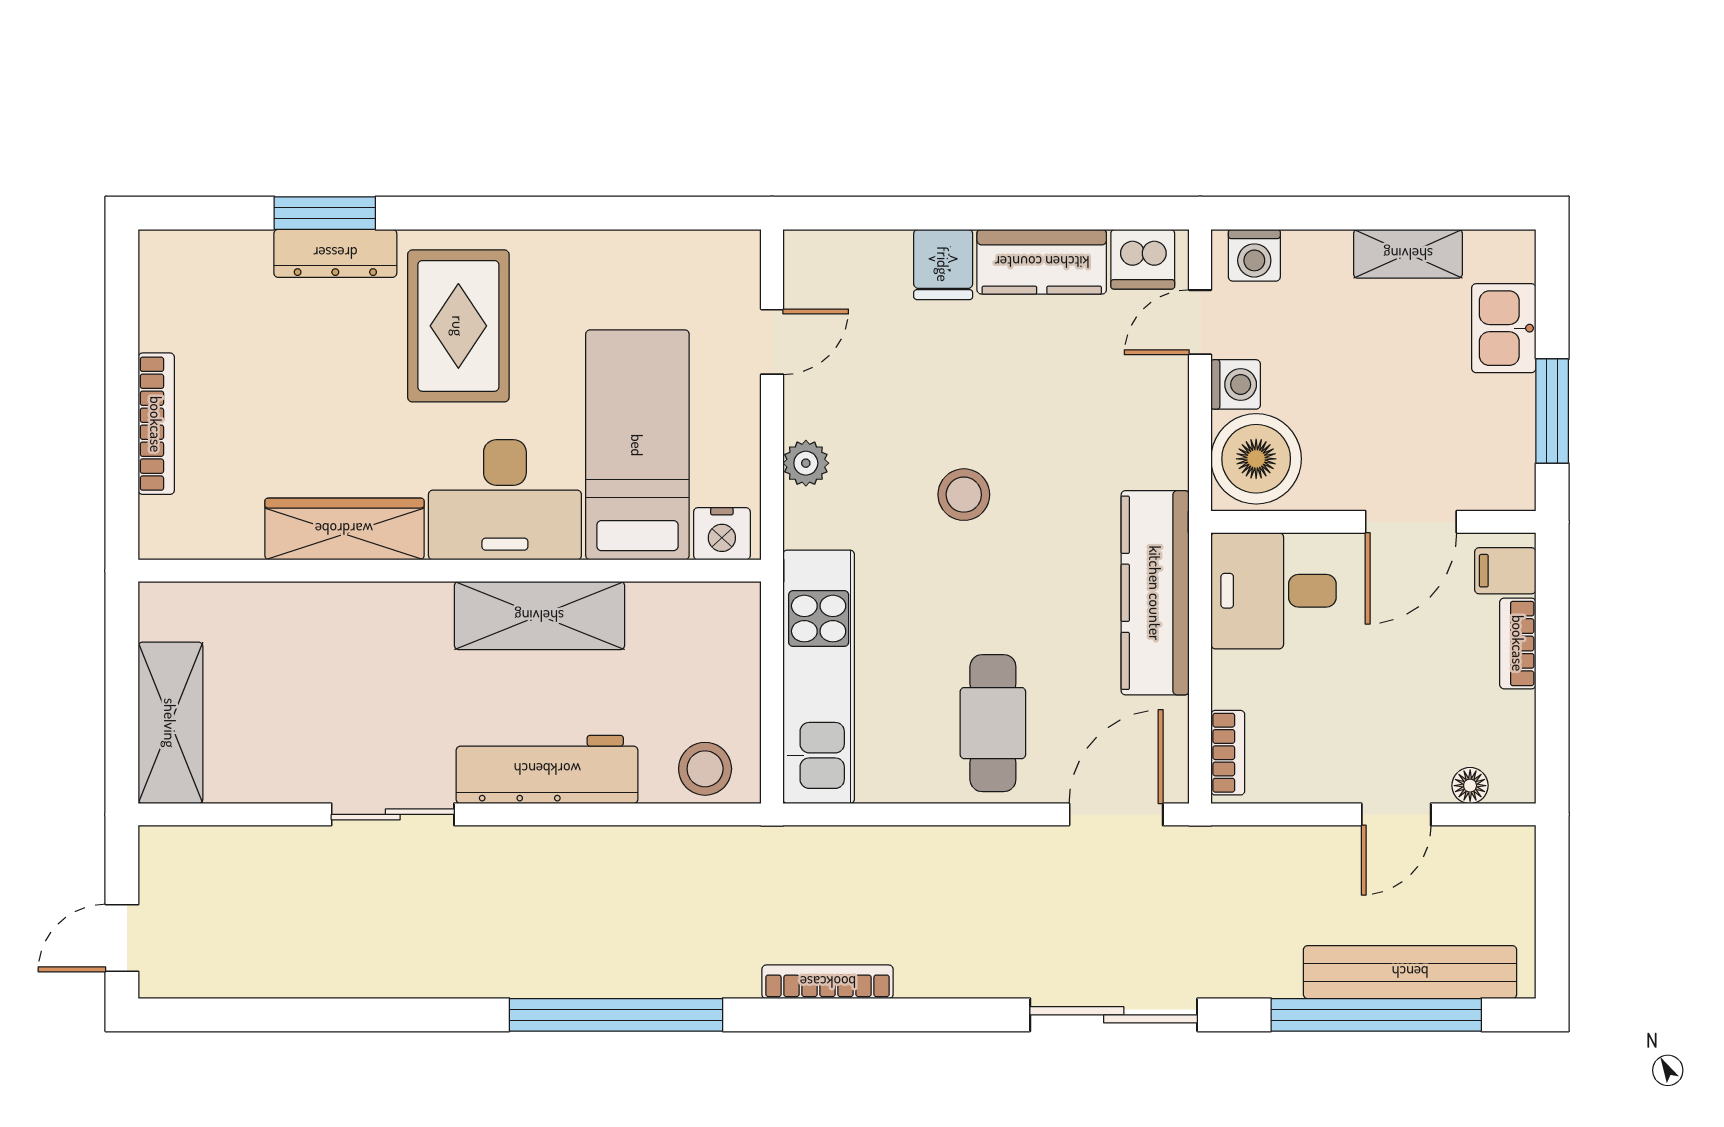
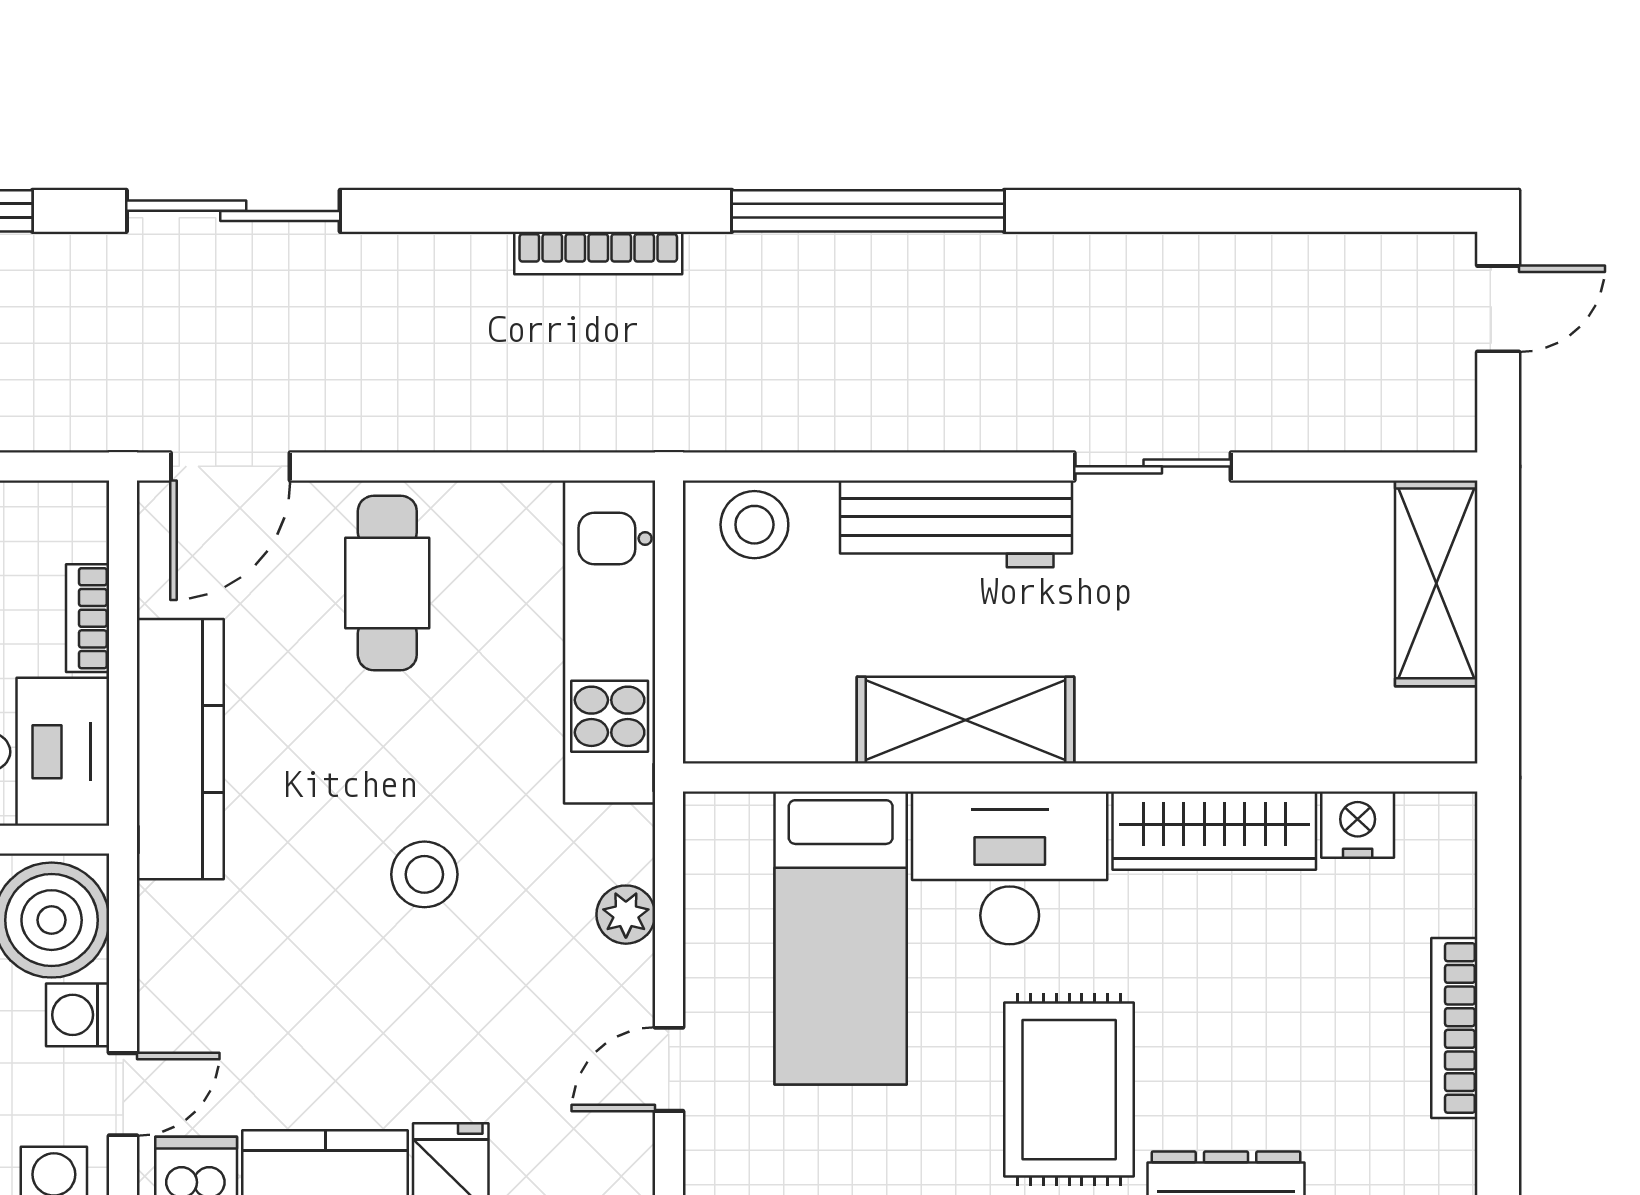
bookcase: (156, 424) -> (1454, 1028), moved
nightstand: (722, 534) -> (1358, 825), moved
bookcase: (1228, 753) -> (88, 618), moved

